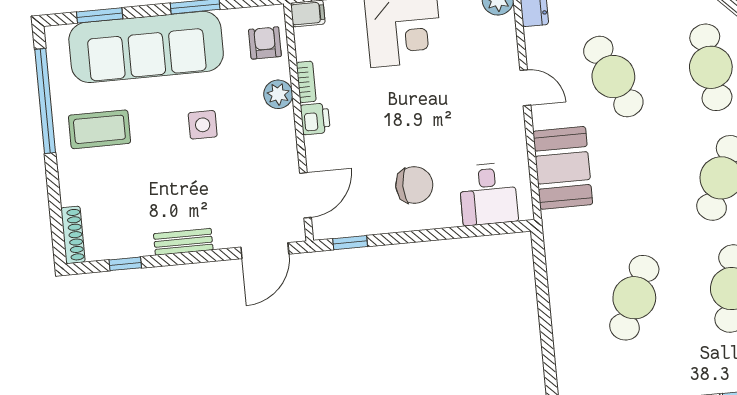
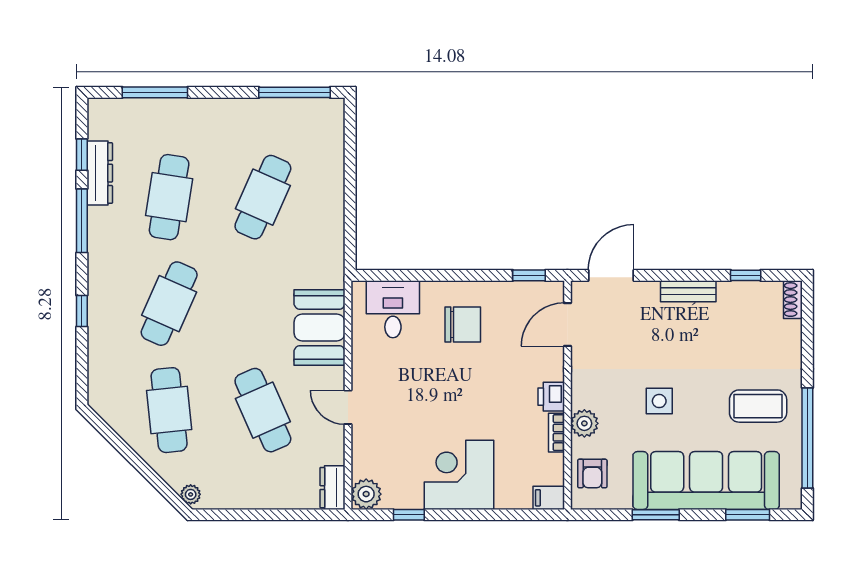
chair: (414, 185) -> (463, 325), turned 180
shoe rack: (73, 235) -> (793, 300), width x0.70

